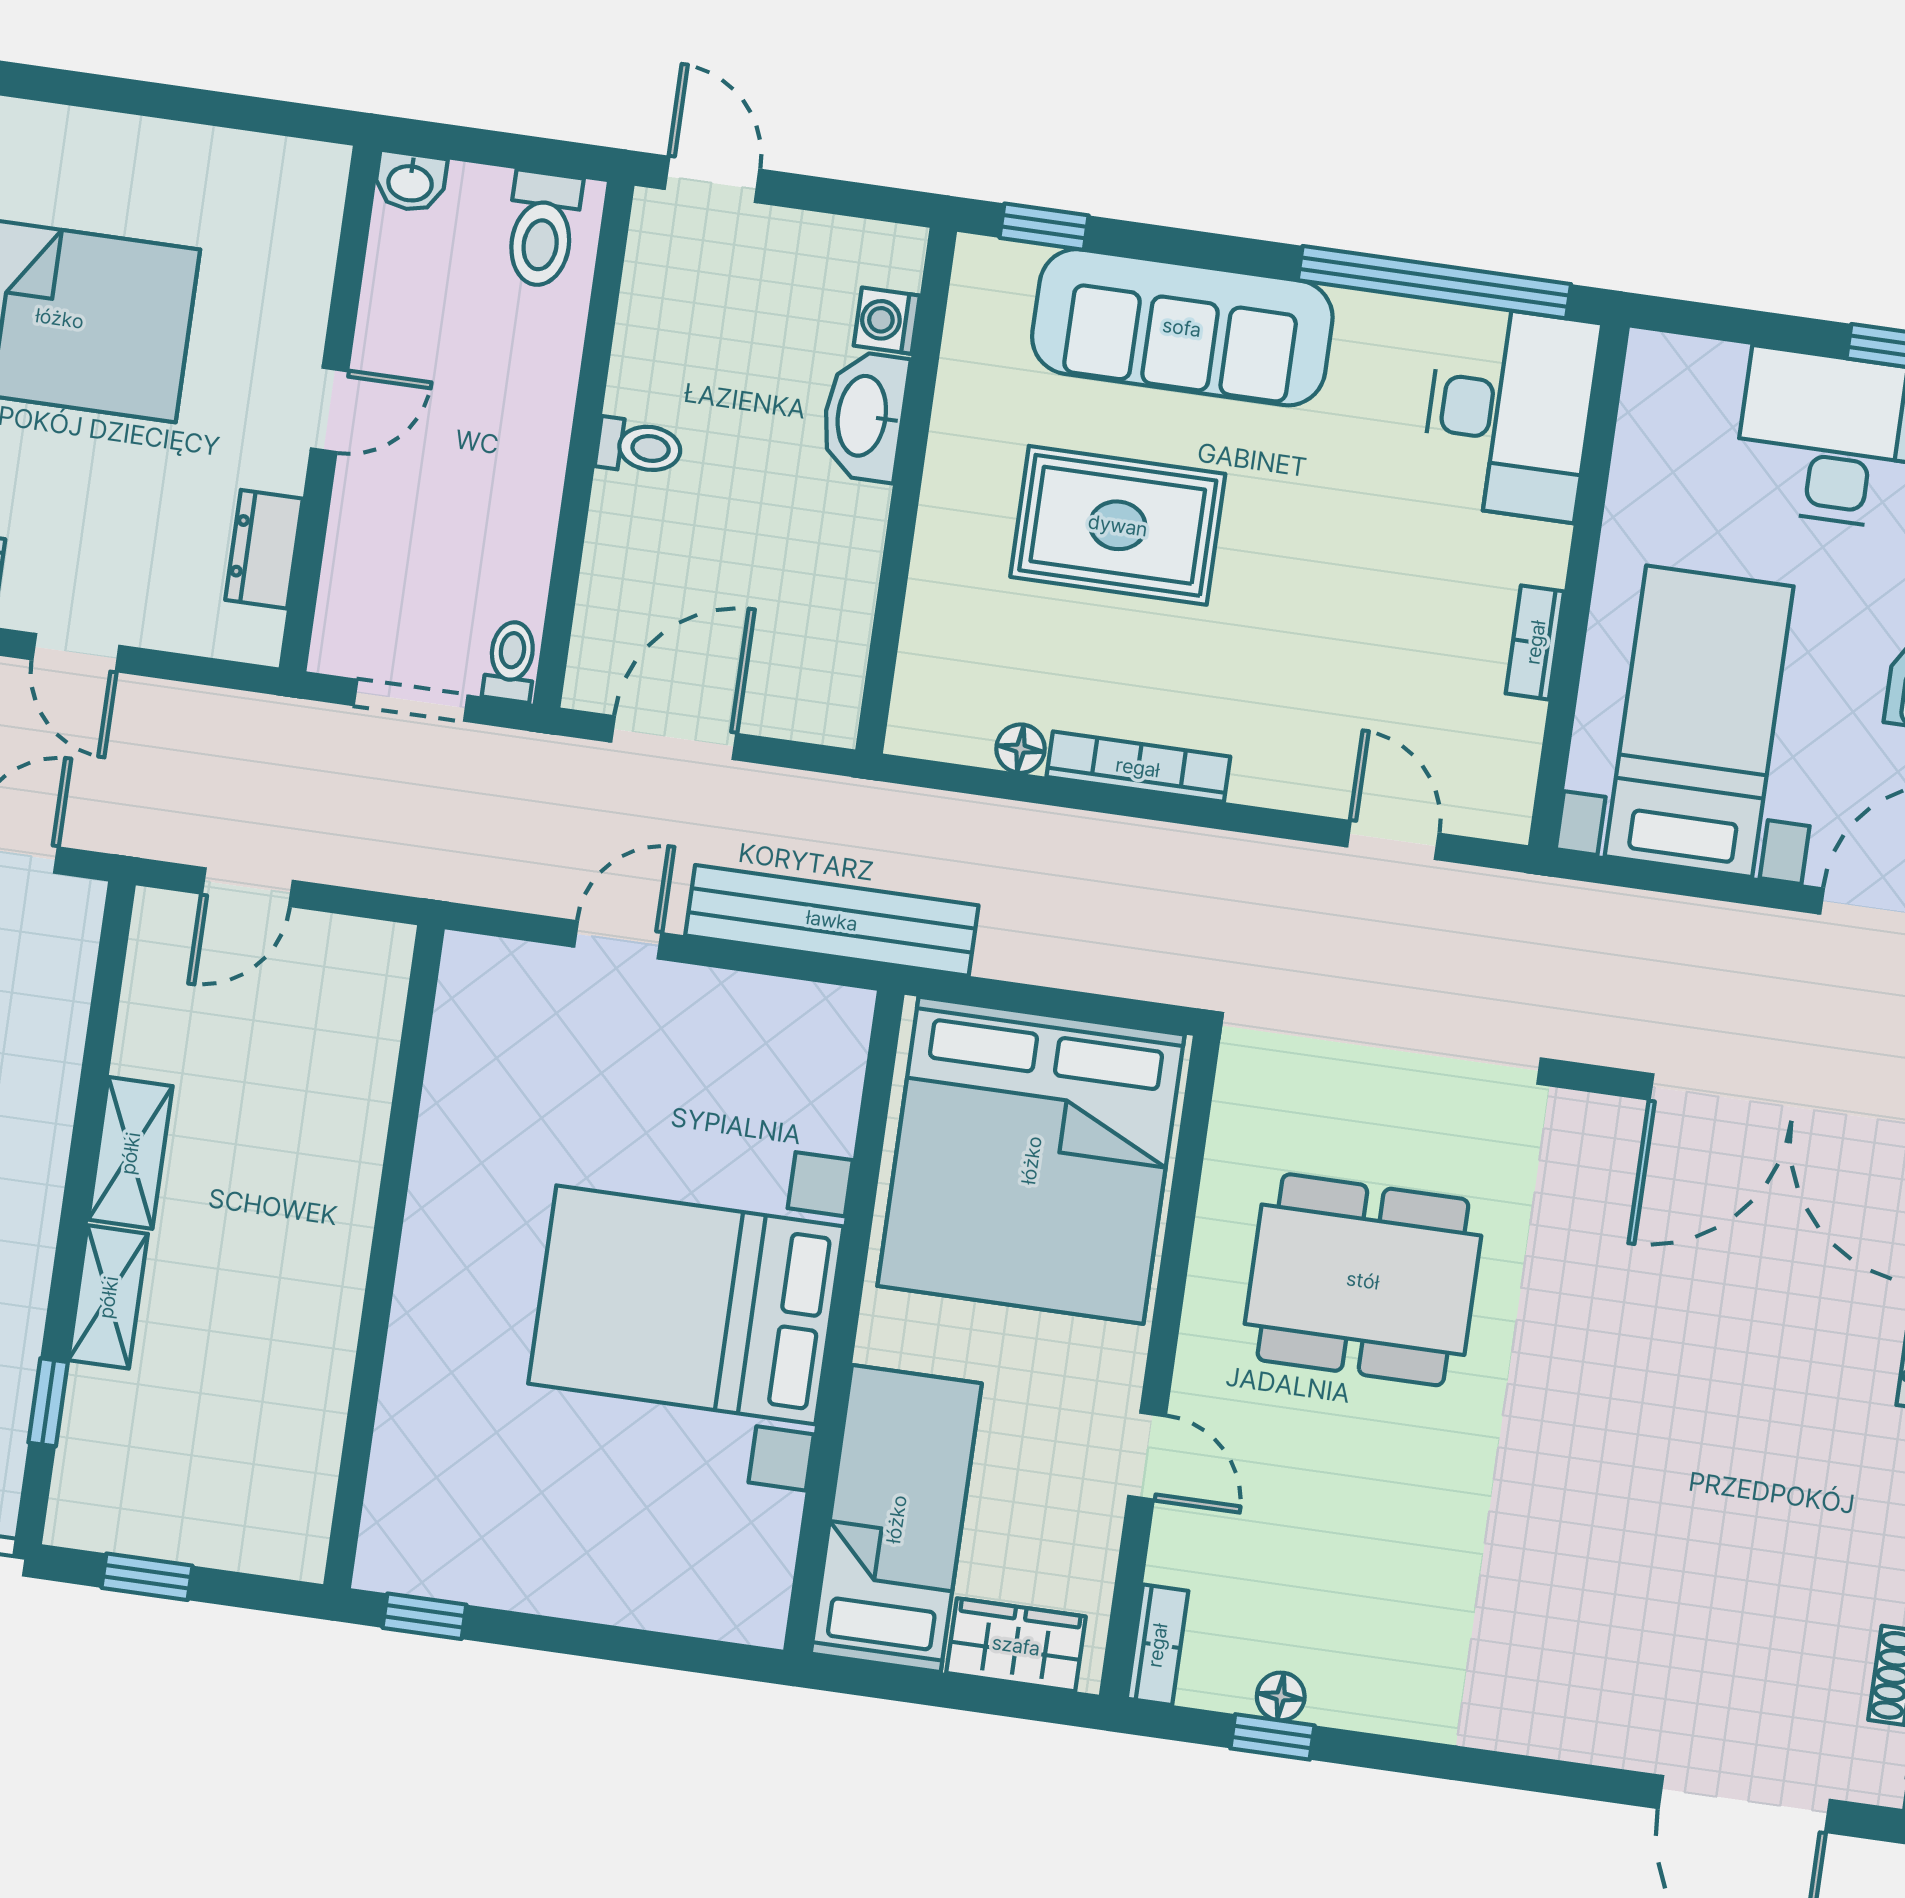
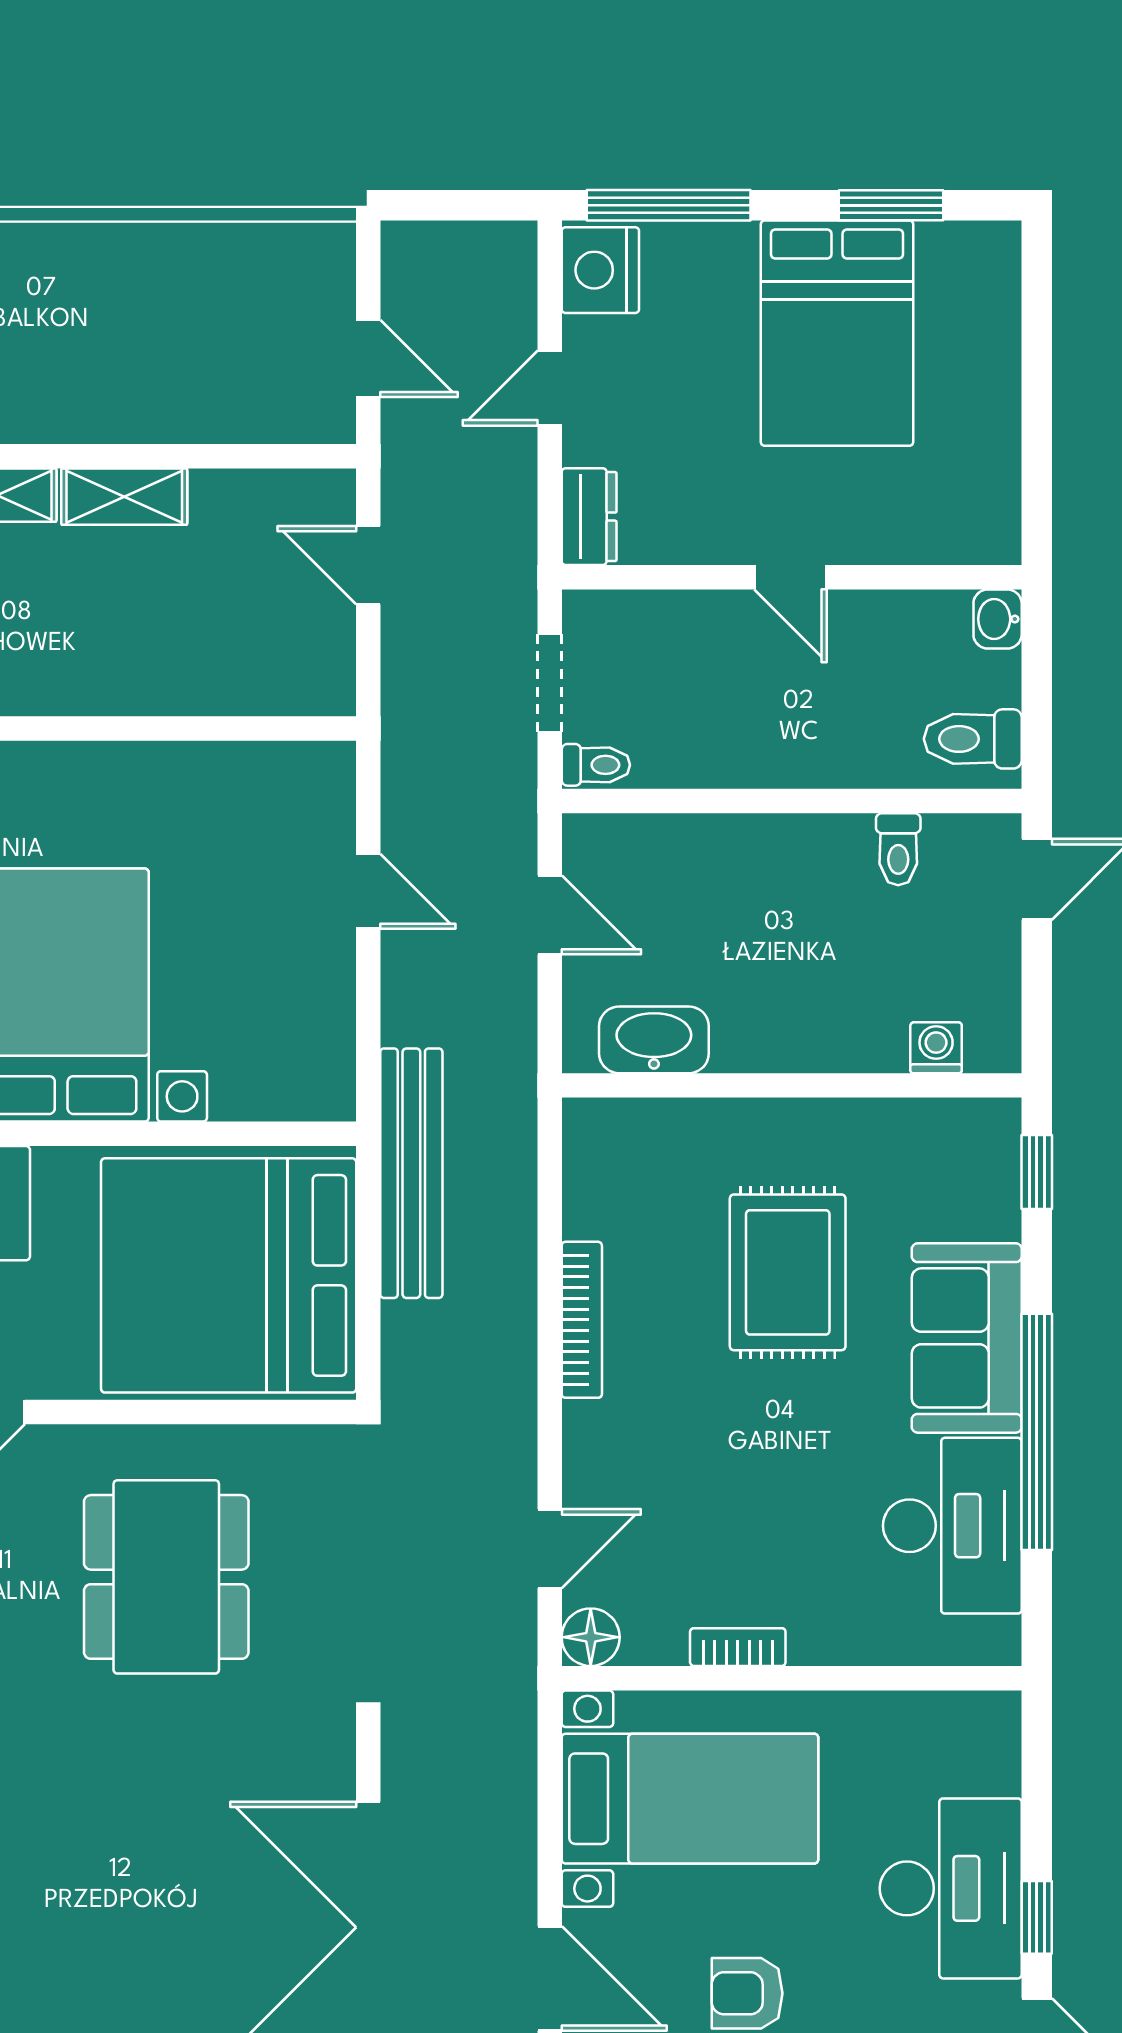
window: (1434, 282) -> (1037, 1432), moved
sofa: (1182, 327) -> (967, 1338), width x0.73
desk: (1510, 412) -> (952, 1526), moved, turned -90
washbasin: (864, 416) -> (654, 1040), moved
toilet: (639, 447) -> (898, 849), moved
dresser: (264, 549) -> (589, 517), moved, turned 90
door: (674, 738) -> (550, 915), width x0.73
floor lamp: (1020, 749) -> (591, 1637), moved, width x1.37, depth x1.37
bench: (832, 920) -> (411, 1173), moved

